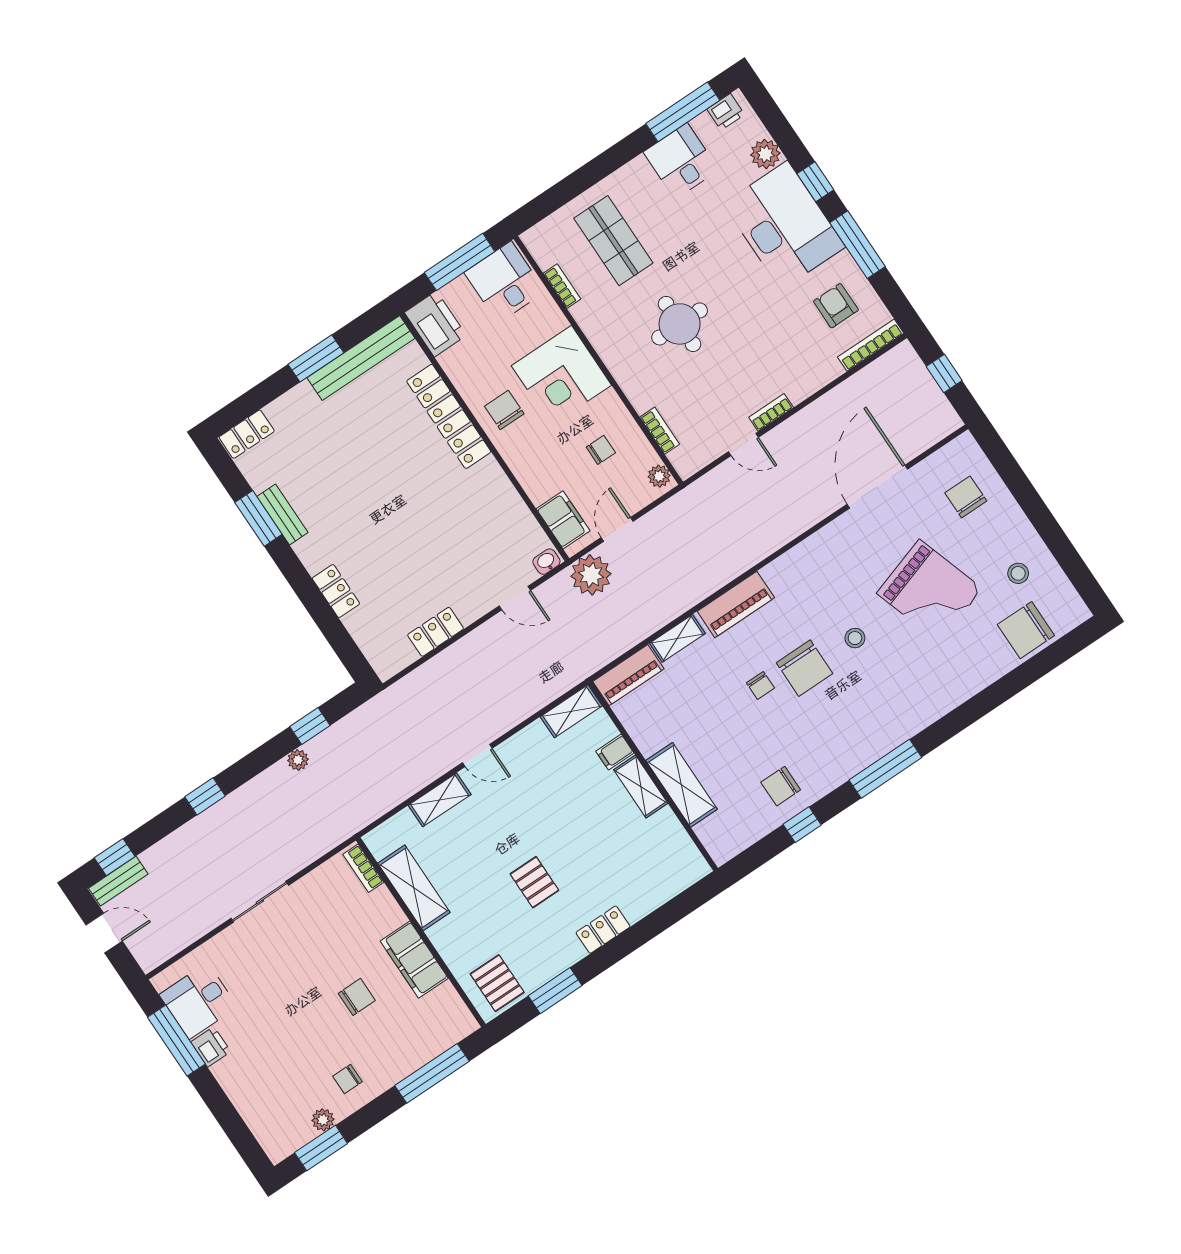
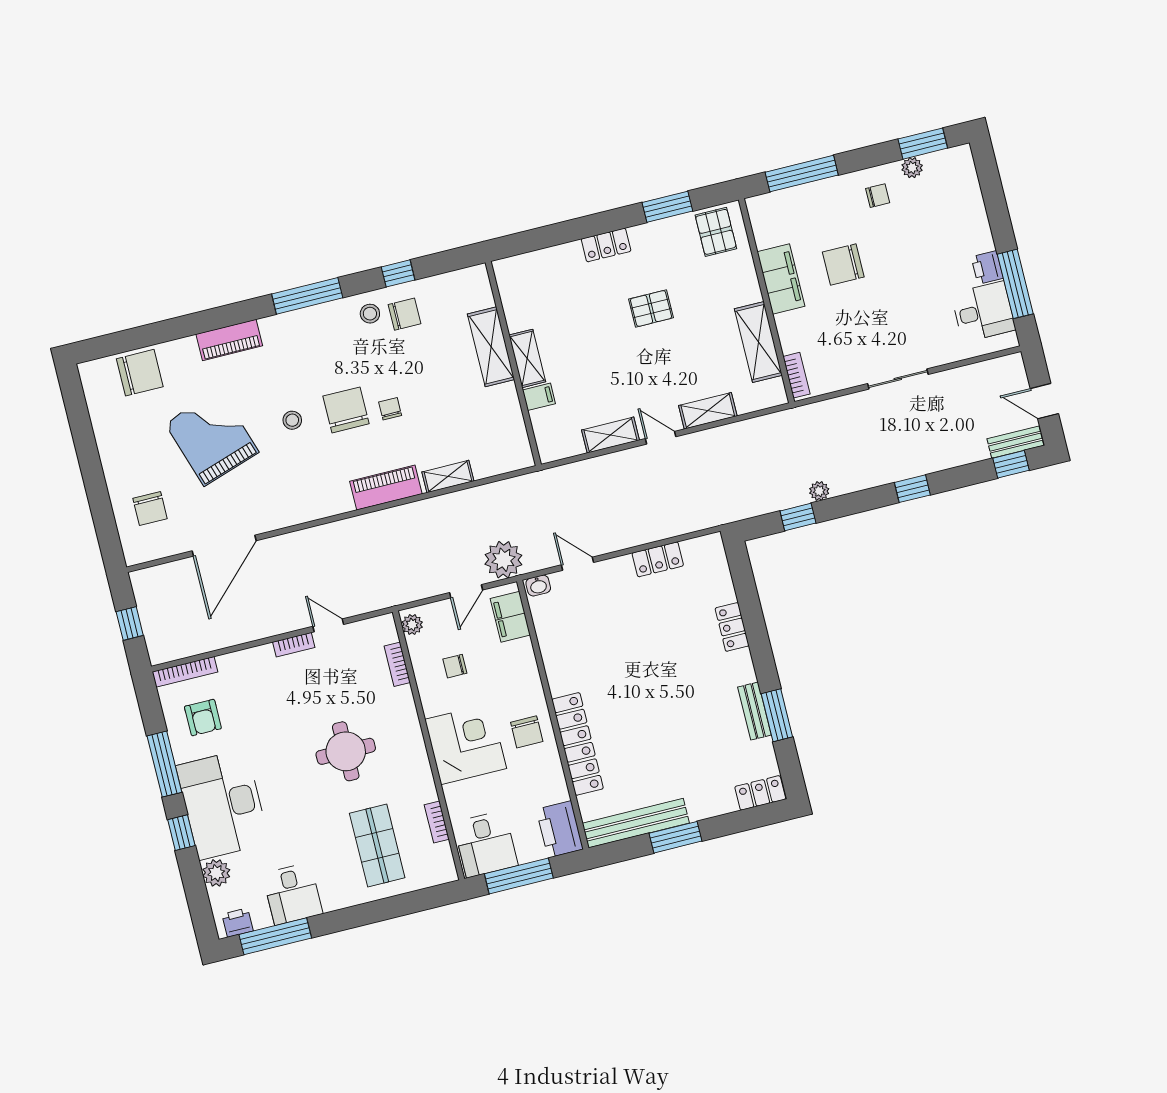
stool: (1018, 573) -> (370, 314), moved
piano: (628, 675) -> (229, 340), moved, turned 180
shelving: (571, 711) -> (610, 435), moved
pallet: (534, 882) -> (651, 308), turned 90
chair: (357, 997) -> (843, 265), width x1.37, depth x1.37

